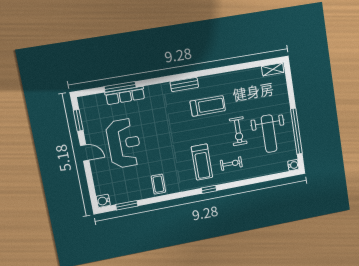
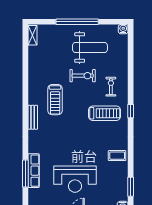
treadmill: (208, 106) -> (55, 100), turned 180
window: (296, 131) -> (77, 22), moved
reception desk: (124, 143) -> (75, 179), turned 180

